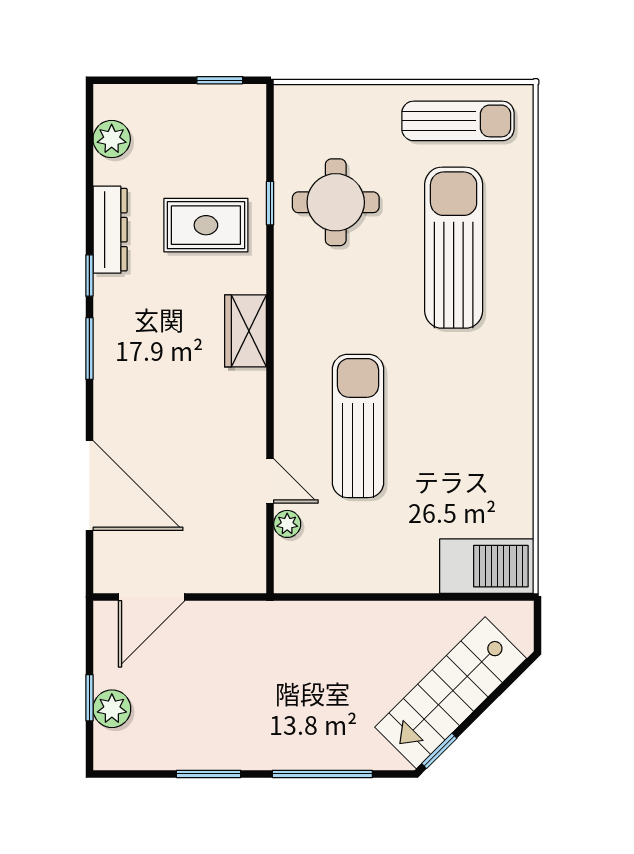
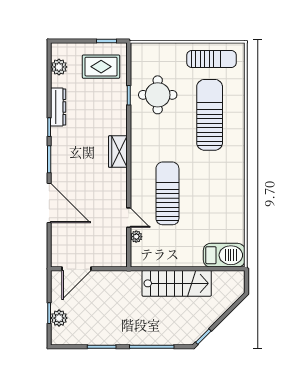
rug: (206, 225) -> (101, 67), moved
door: (89, 485) -> (49, 203), moved
stairs: (451, 693) -> (177, 283), moved, turned -135

